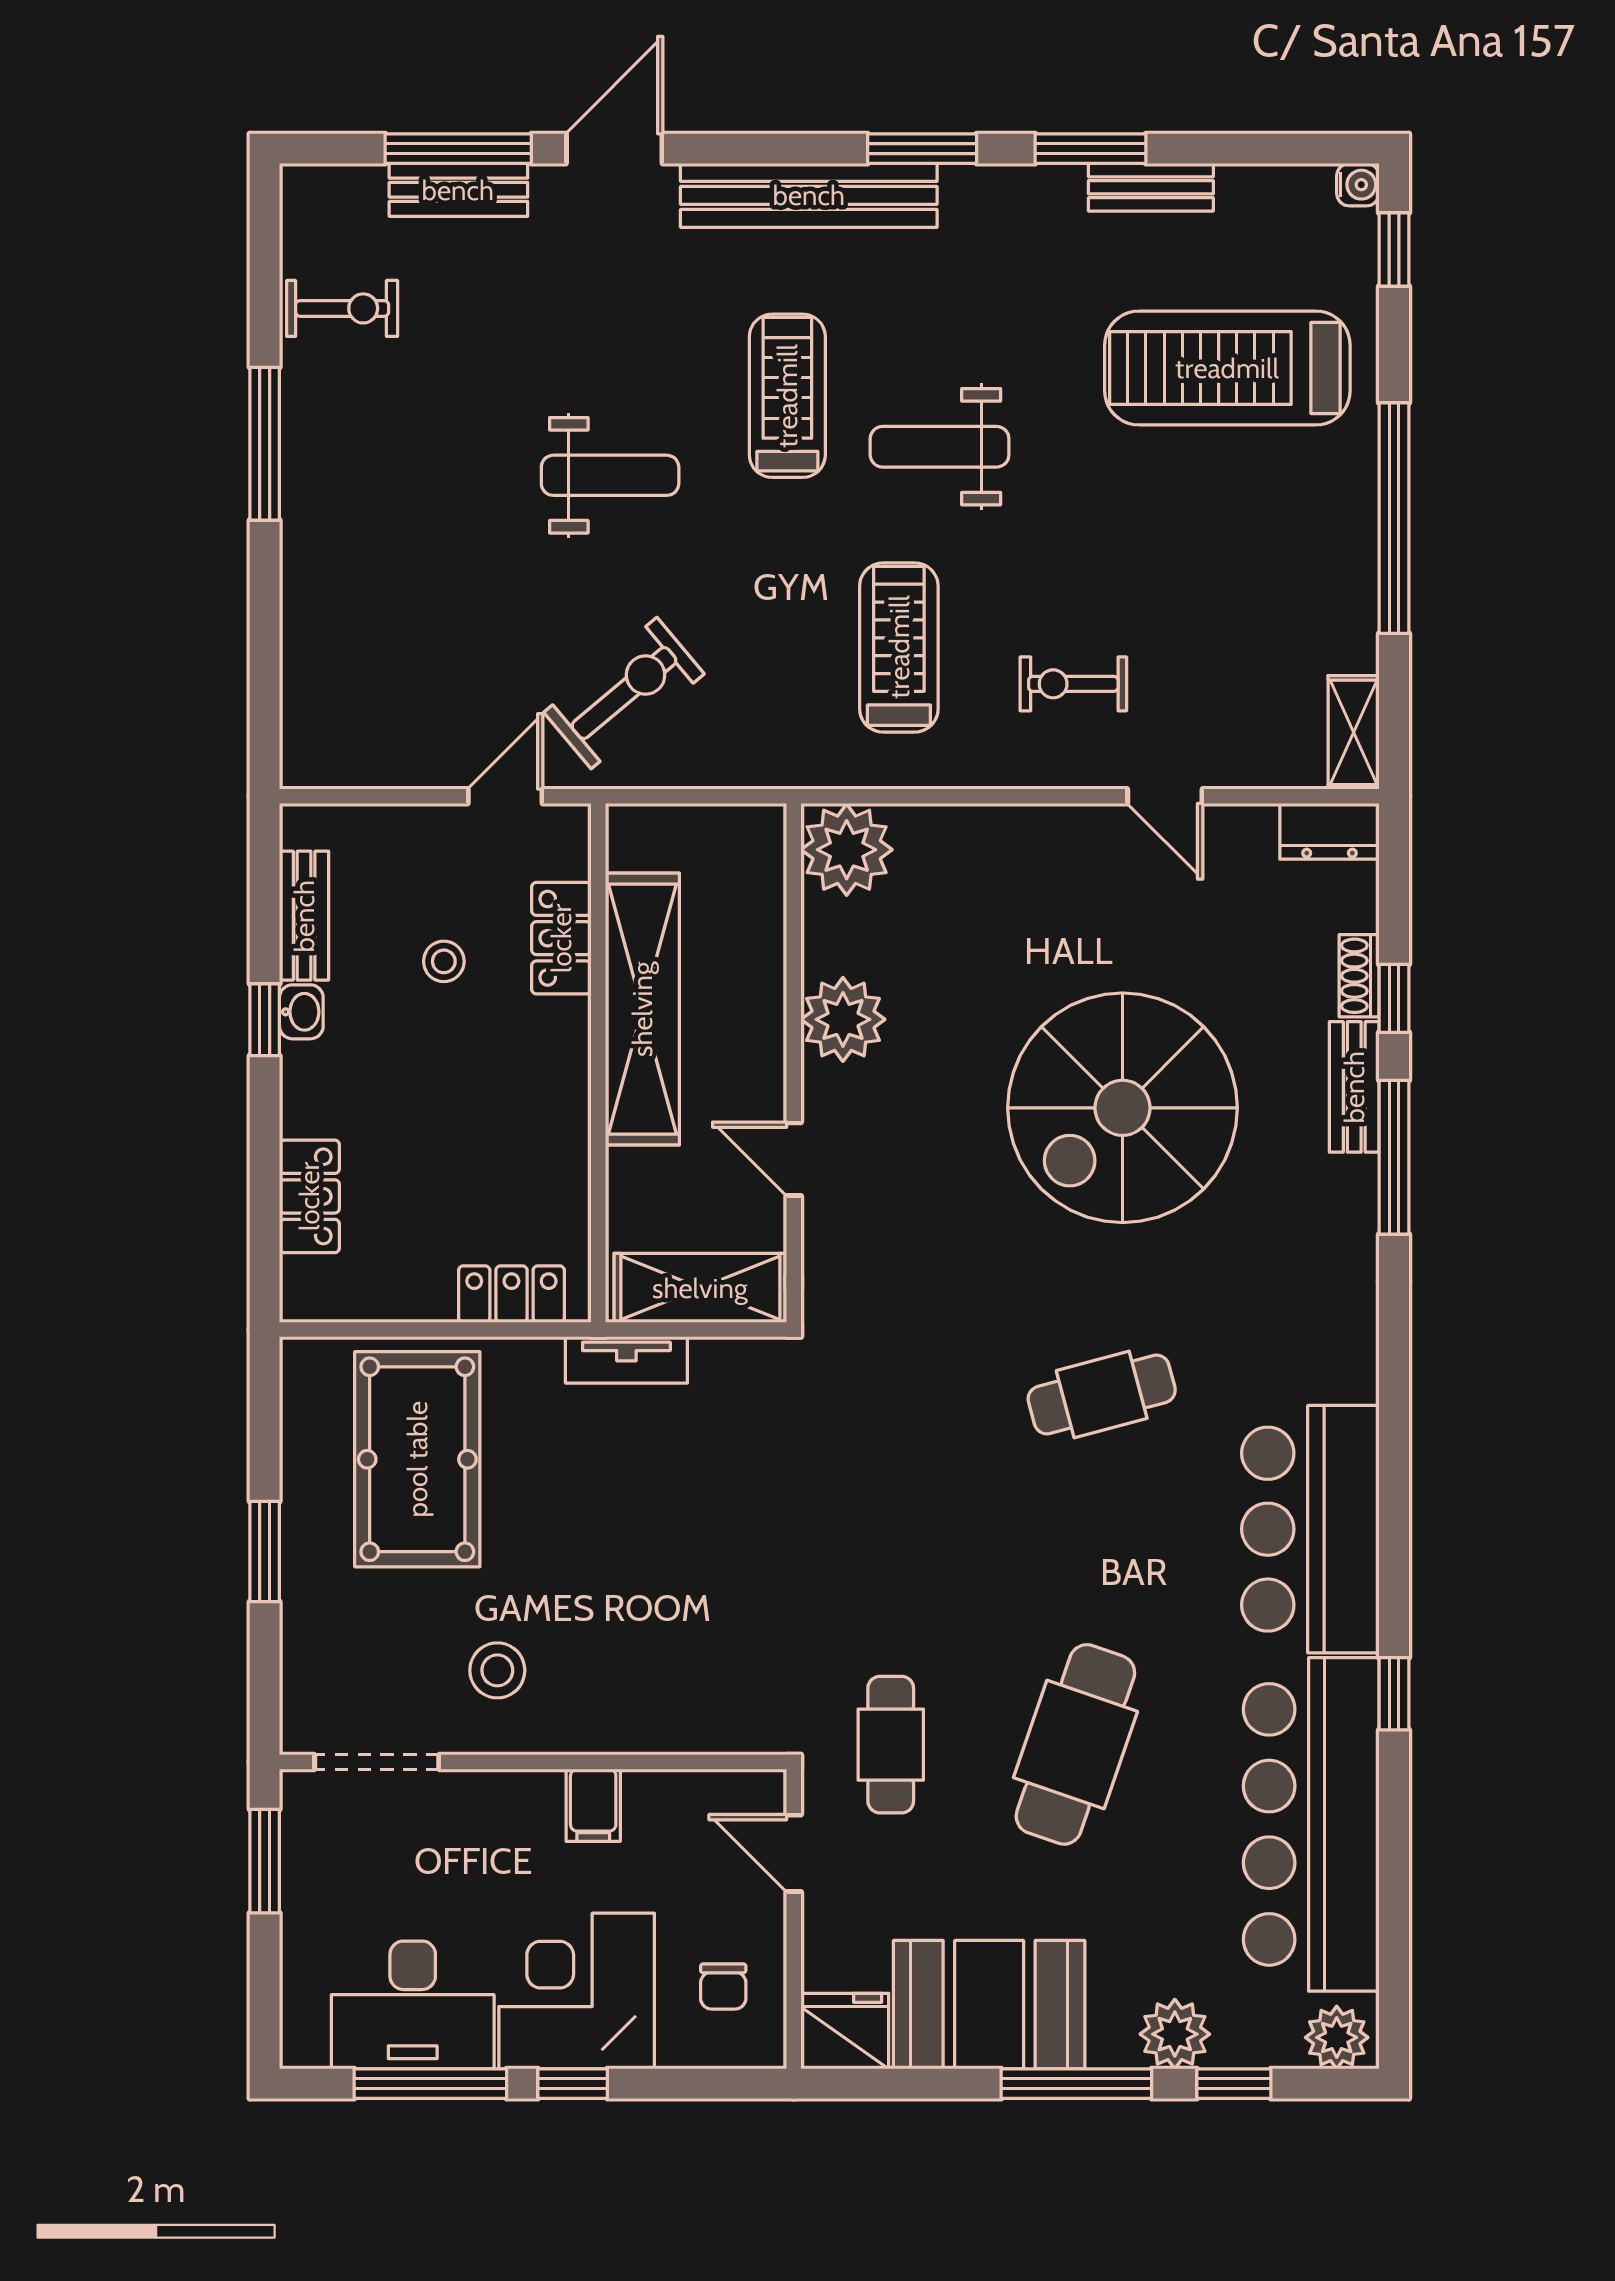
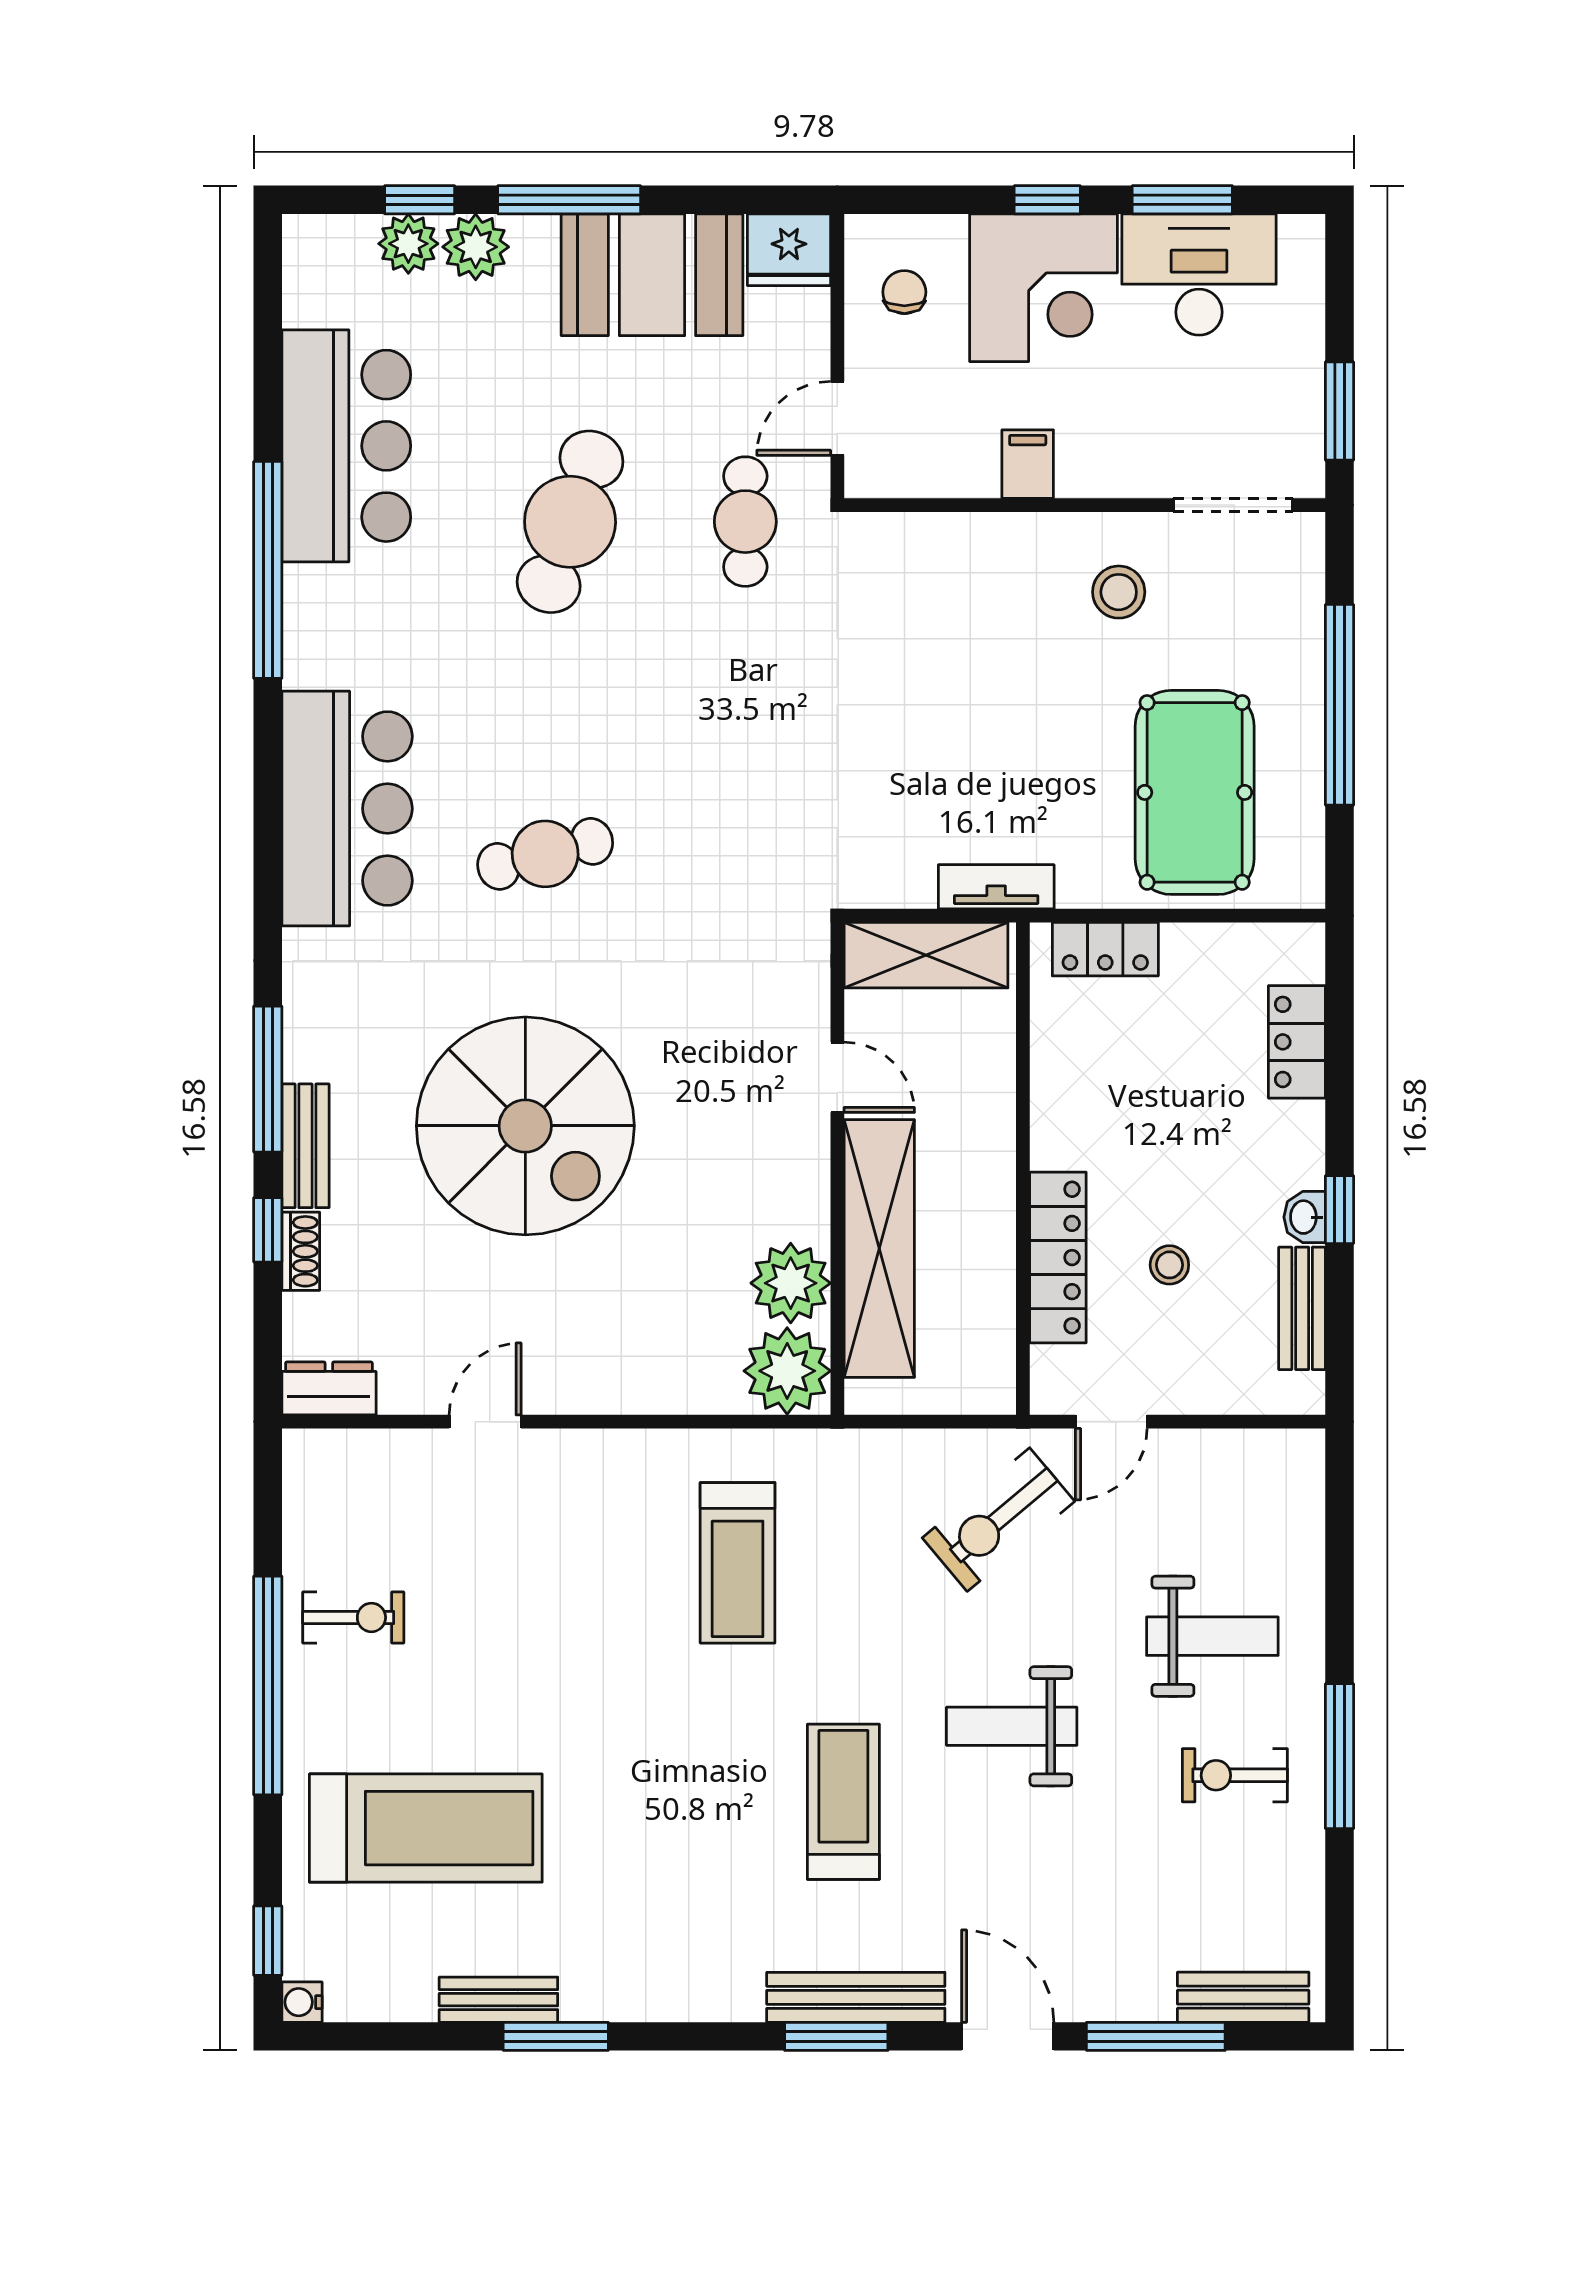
door: (614, 149) -> (1008, 2036), swing flipped
window: (922, 149) -> (836, 2036), moved
bench: (458, 190) -> (1243, 1997), moved
bench: (809, 195) -> (856, 1997), width x0.73, depth x0.82
exercise bike: (342, 308) -> (1235, 1775), moved
treadmill: (787, 396) -> (843, 1802), turned 180
weight bench: (940, 447) -> (1212, 1636), moved
exercise bike: (1073, 684) -> (353, 1617), moved
shelving: (1354, 732) -> (306, 1482), removed
door: (1165, 796) -> (485, 1422), hinge flipped
locker: (561, 938) -> (1058, 1258), width x1.53
shelving: (642, 1009) -> (879, 1248), moved
plant: (843, 1019) -> (791, 1283), moved
spiral stairs: (1123, 1108) -> (525, 1126), turned 90
bar counter: (1310, 1529) -> (347, 809), moved
window: (265, 1552) -> (1339, 705), width x2.11
window: (1394, 1694) -> (268, 570), width x3.17
bar counter: (1311, 1824) -> (346, 446), width x0.73
door: (794, 1853) -> (837, 418), swing flipped
plant: (1337, 2037) -> (408, 244), moved
window: (430, 2084) -> (1182, 200), width x0.69

